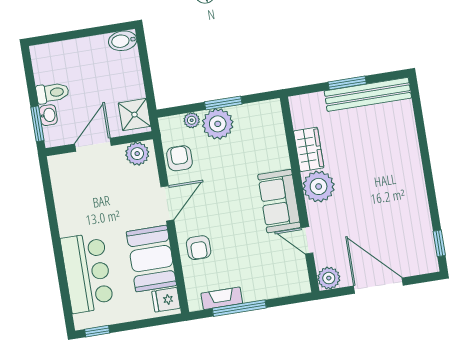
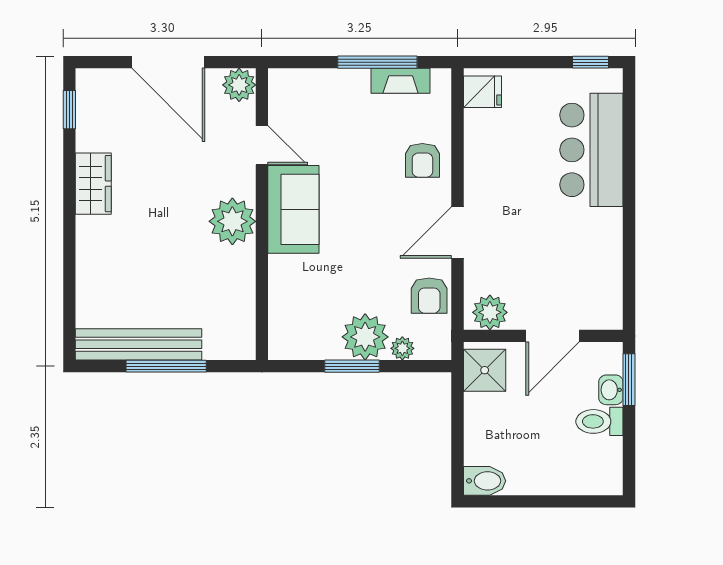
window: (347, 83) -> (166, 366), width x1.44
wardrobe: (309, 149) -> (93, 184), moved, turned 180
armchair: (199, 248) -> (422, 160), turned 180
booth: (151, 259) -> (494, 156), removed

